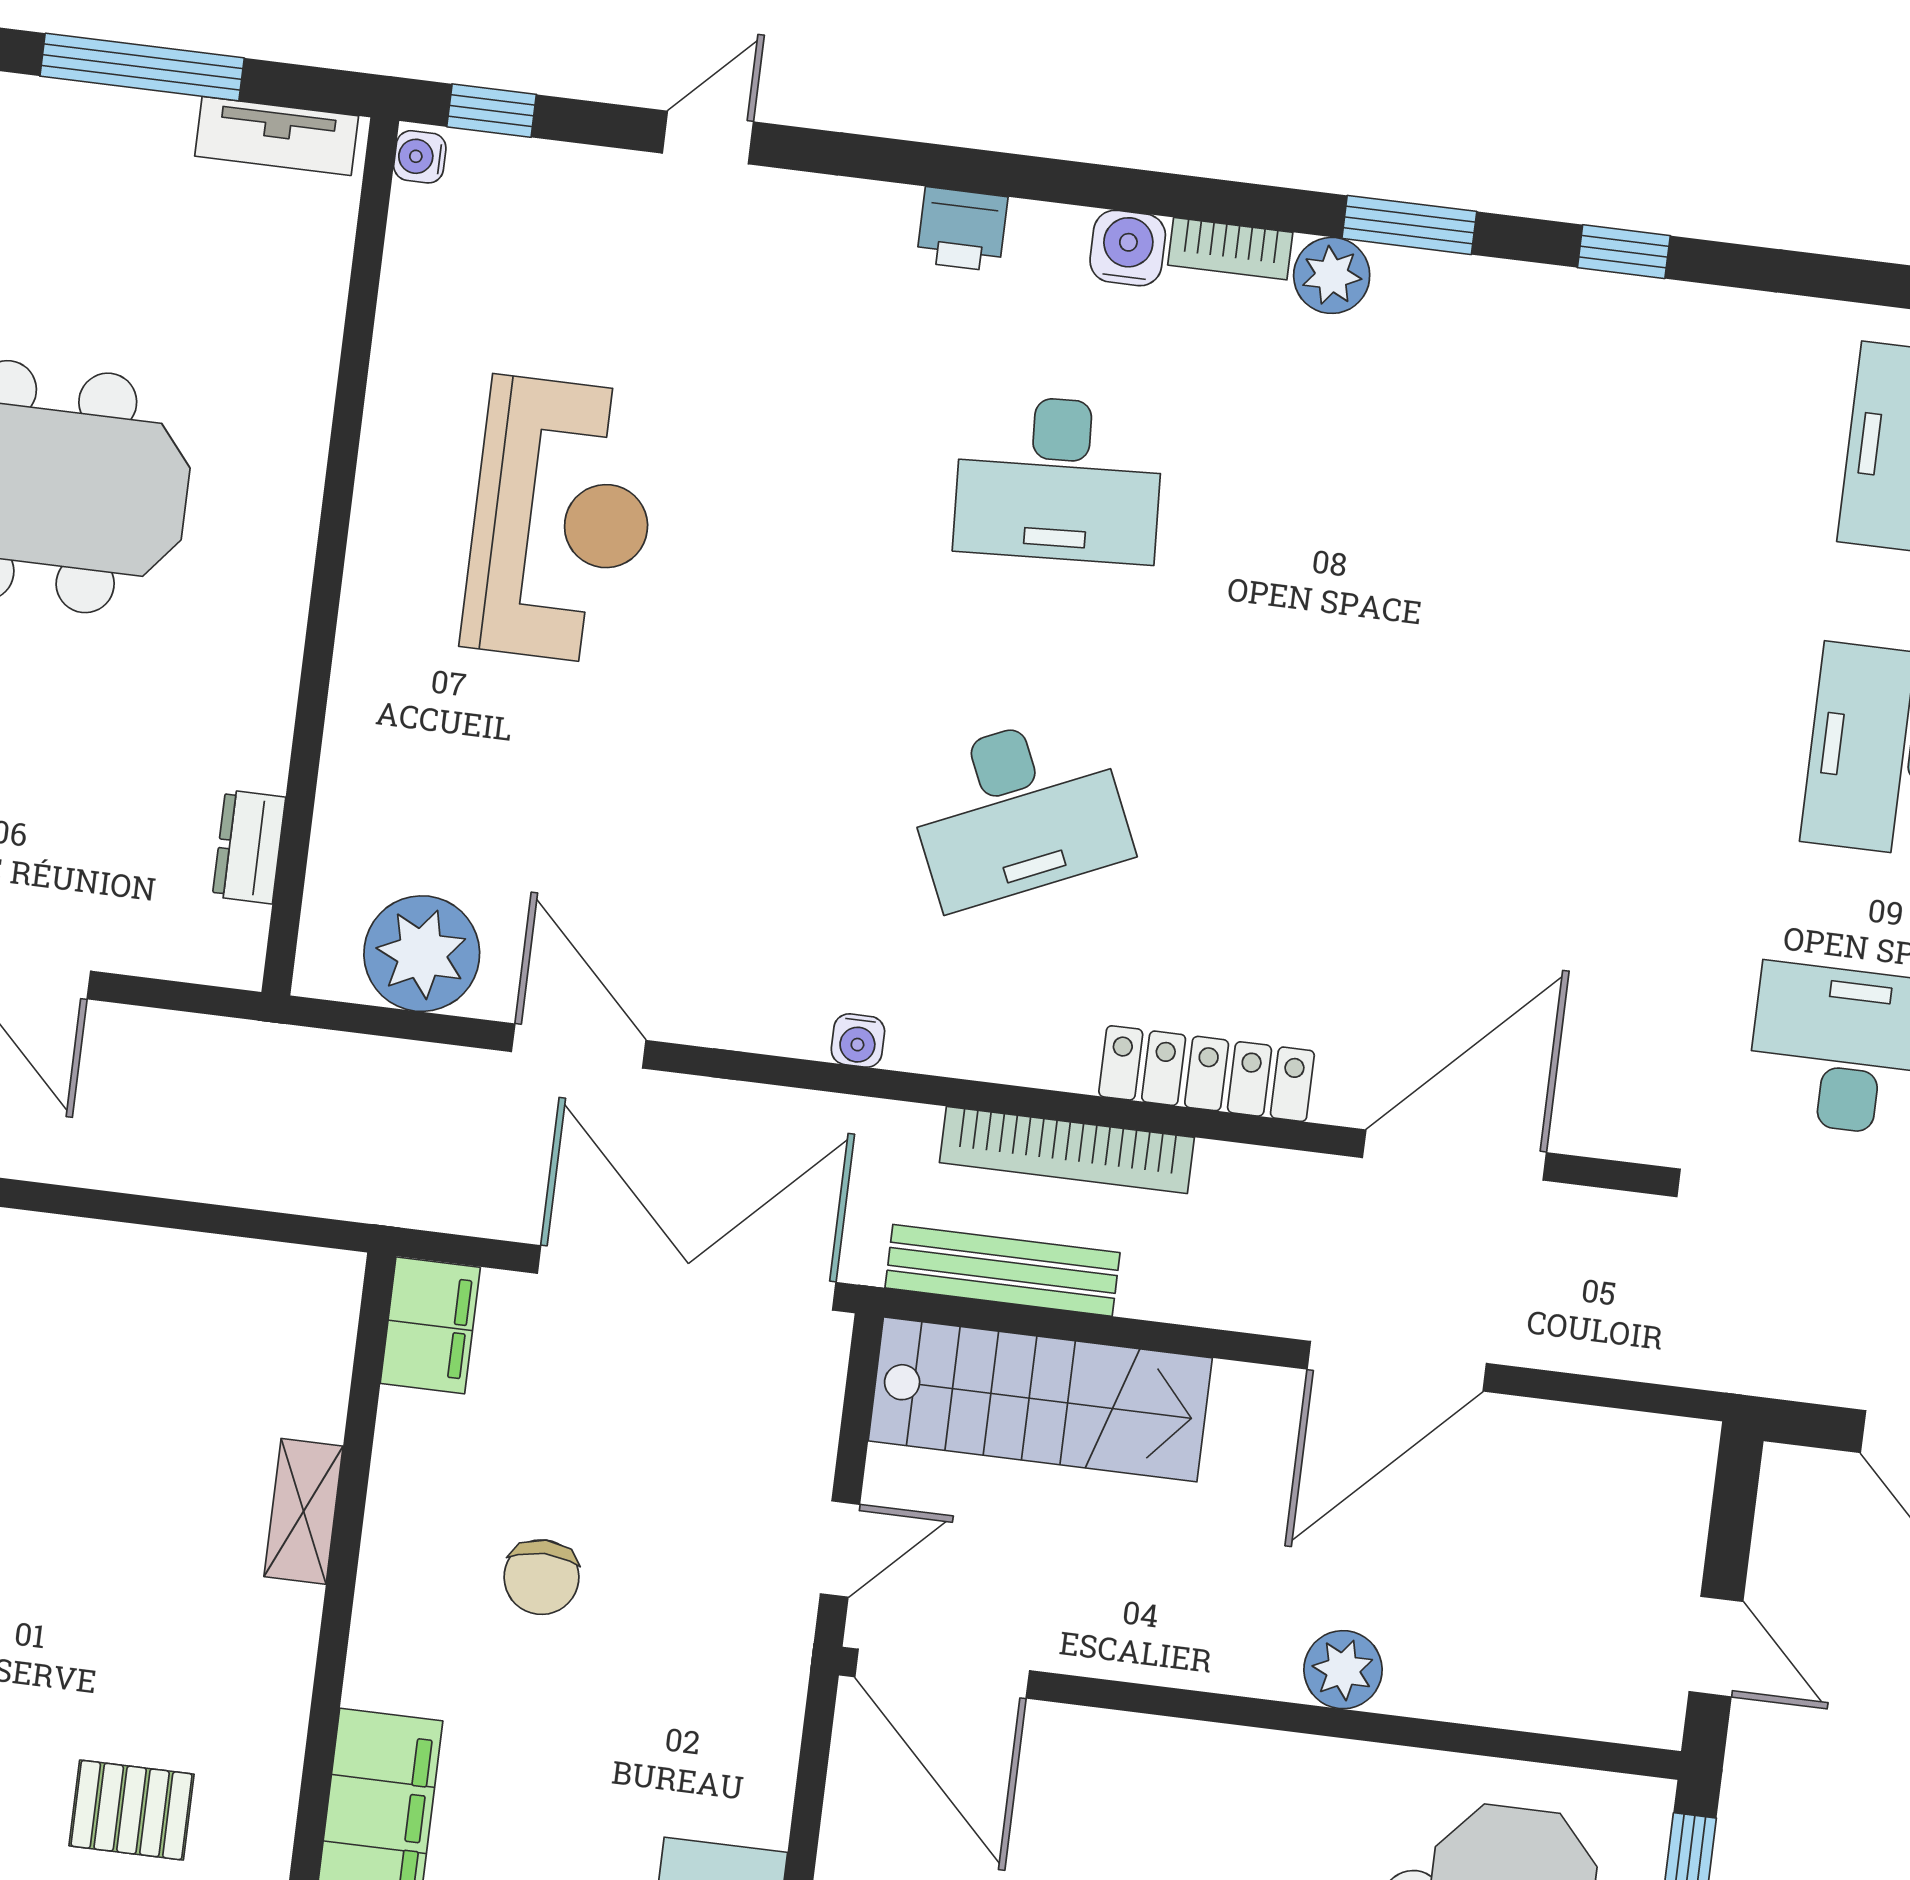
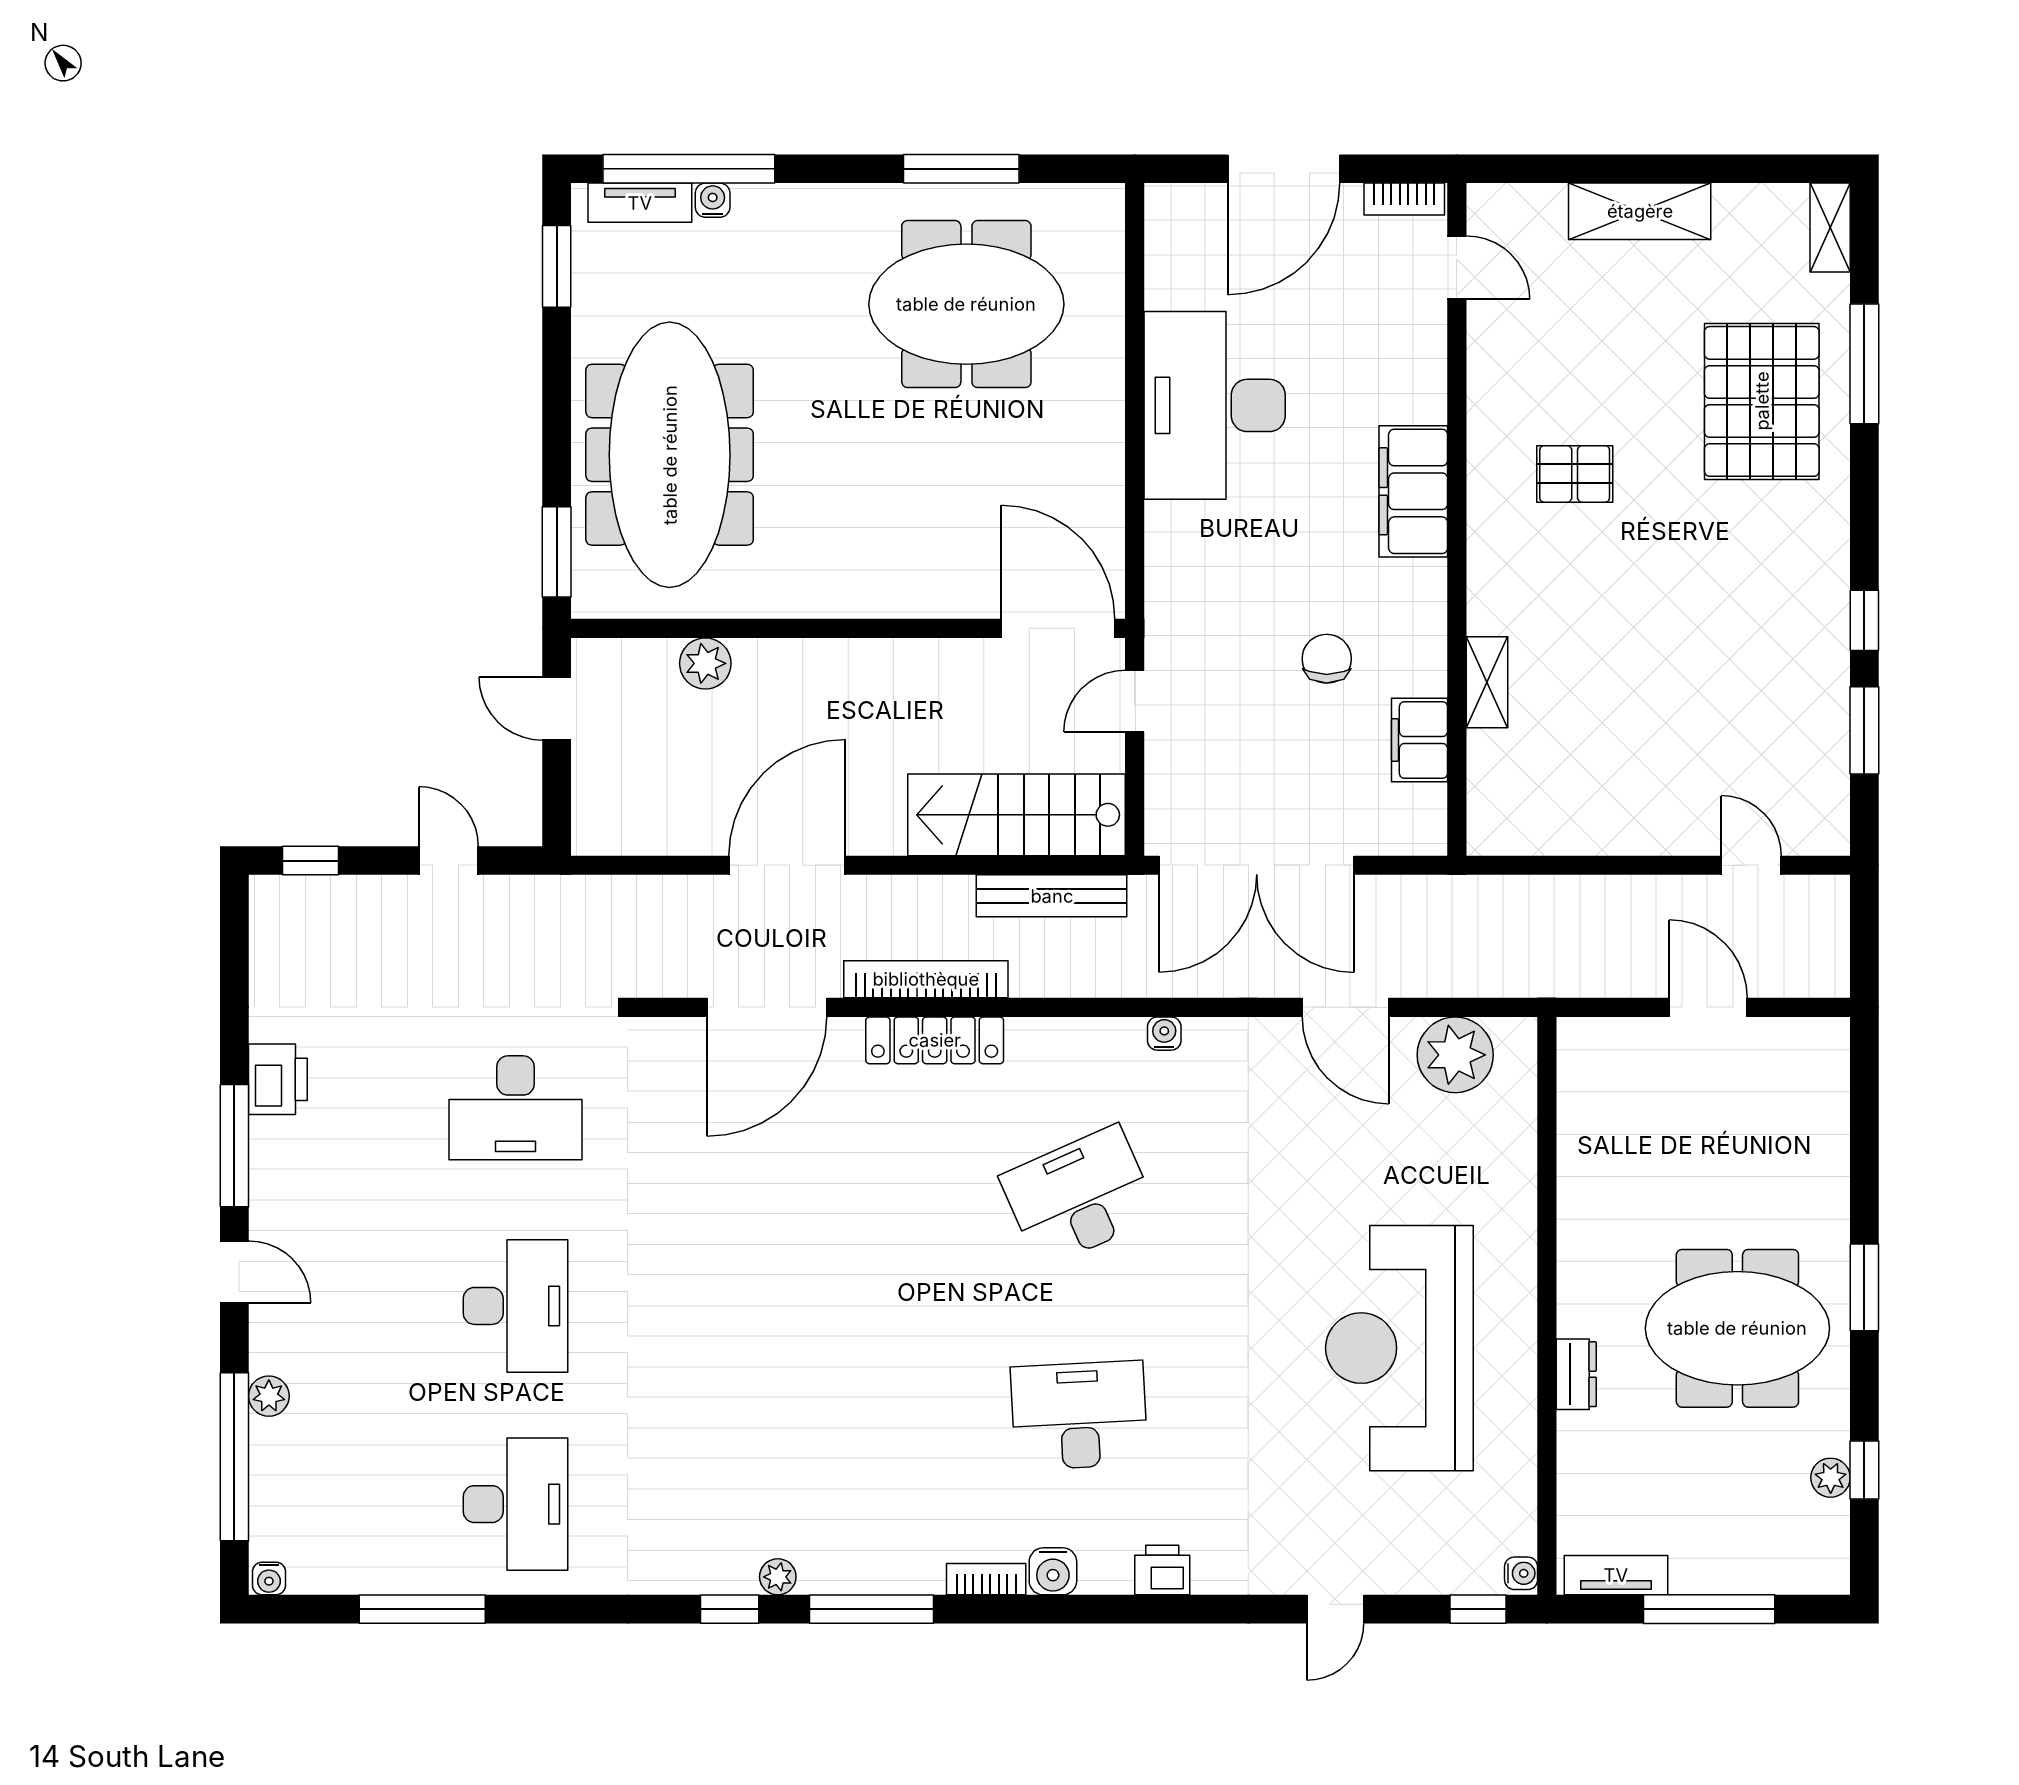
window: (1409, 225) -> (871, 1609), width x1.44
plant: (1332, 275) -> (778, 1577), moved, width x0.73, depth x0.73
reception desk: (561, 520) -> (1399, 1348), width x1.36, depth x1.30
dresser: (249, 847) -> (1576, 1374), moved
bookcase: (1067, 1150) -> (926, 979), moved
filing cabinet: (430, 1325) -> (1420, 740), moved
plant: (1343, 1670) -> (705, 663), moved

